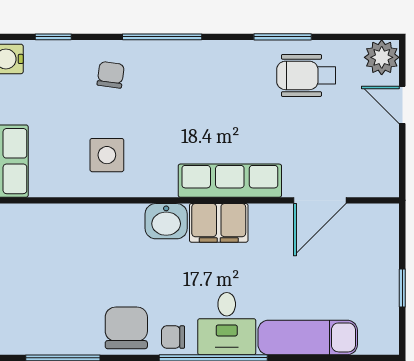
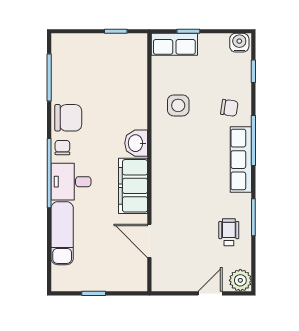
wheelchair: (306, 75) -> (229, 232), width x0.73, depth x0.73
row of seats: (230, 181) -> (241, 160), moved, turned 180
filing cabinet: (219, 223) -> (133, 186), width x1.50, depth x1.17

